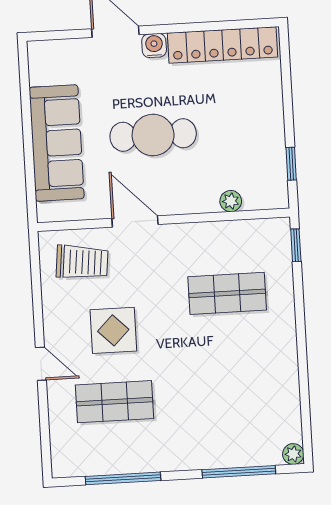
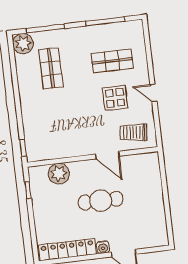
sofa: (57, 143) -> (150, 193), removed
plant: (231, 201) -> (59, 174), width x1.88, depth x1.88
shop shelf: (227, 293) -> (51, 68), moved, turned 90
door: (41, 364) -> (153, 93), moved
plant: (293, 454) -> (23, 44), width x1.87, depth x1.87

